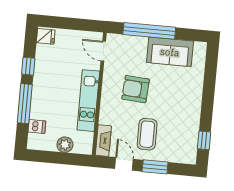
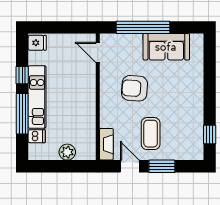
kitchen unit: (88, 101) -> (37, 97), moved, turned 180

